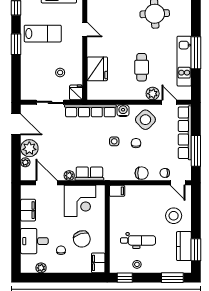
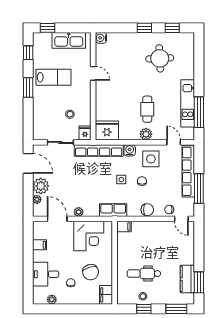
window: (196, 53) -> (199, 112), moved
fridge: (97, 69) -> (107, 131), moved, turned -90
plant: (153, 94) -> (146, 134), moved
side table: (145, 120) -> (151, 159), turned 45
row of seats: (89, 174) -> (113, 210), moved
filing cabinet: (28, 210) -> (40, 245), width x0.50
stool: (174, 216) -> (178, 250), removed
dental chair: (138, 240) -> (144, 274), turned 180
window: (125, 278) -> (144, 309), moved

